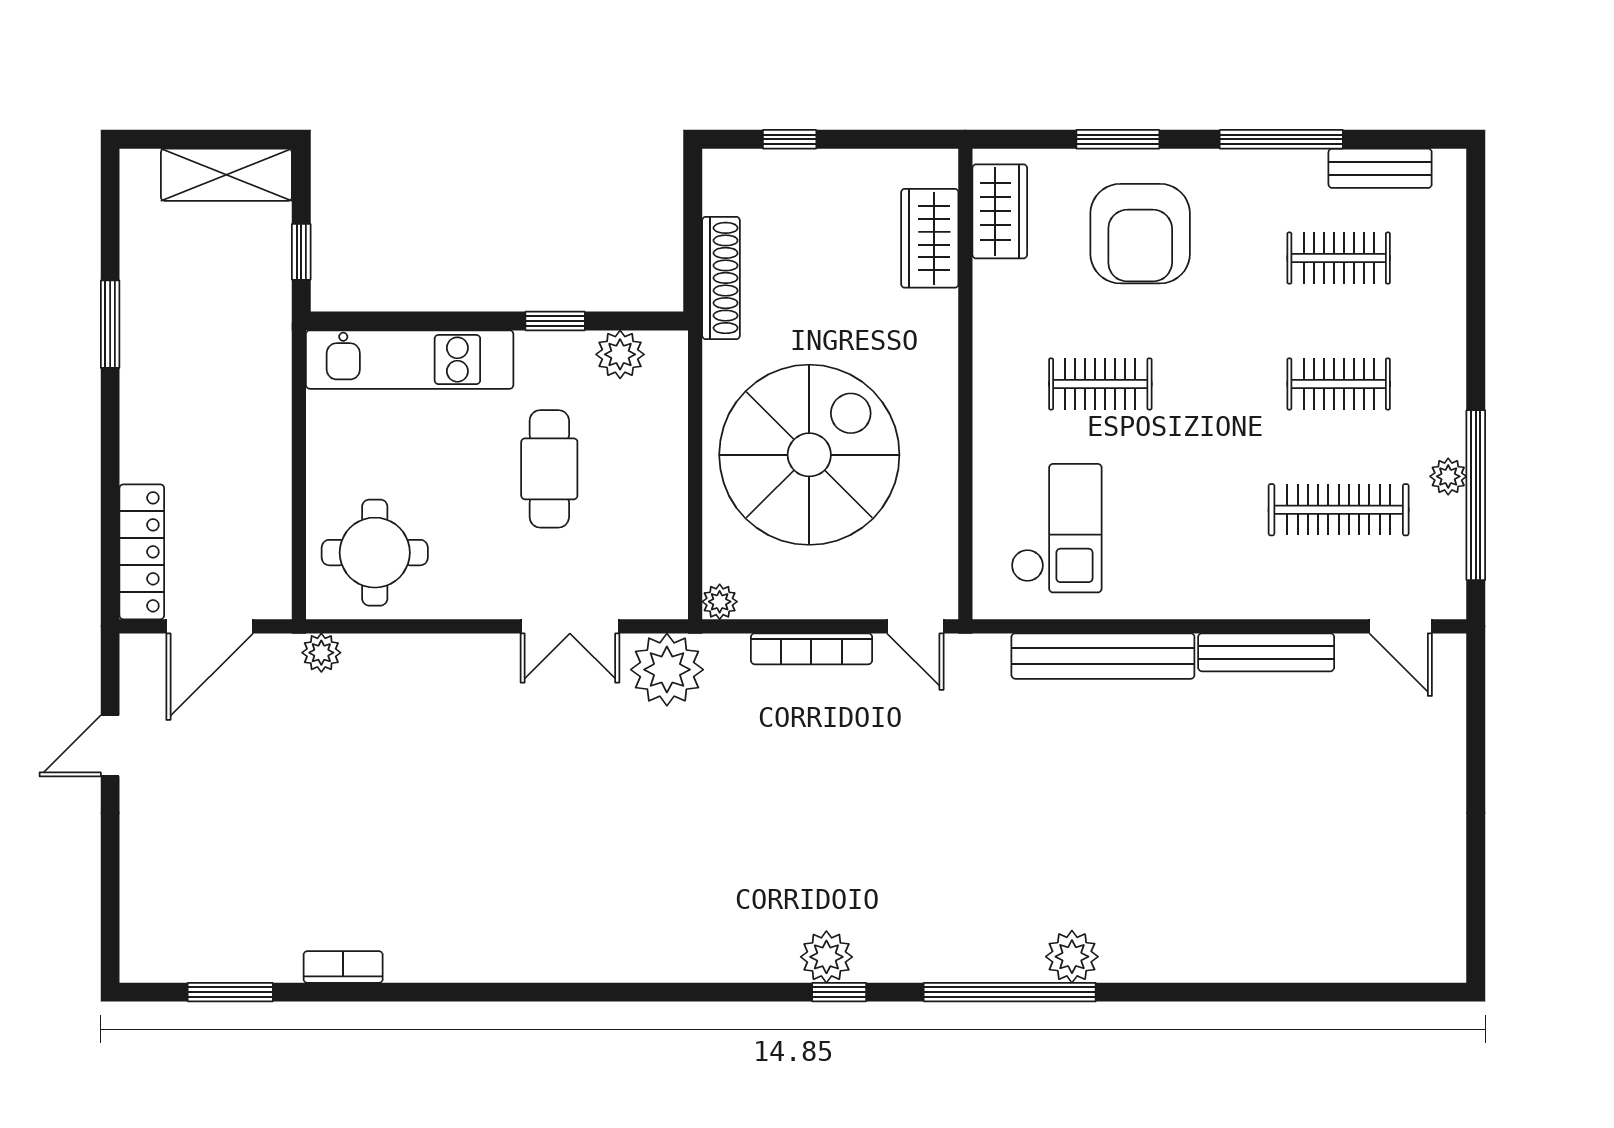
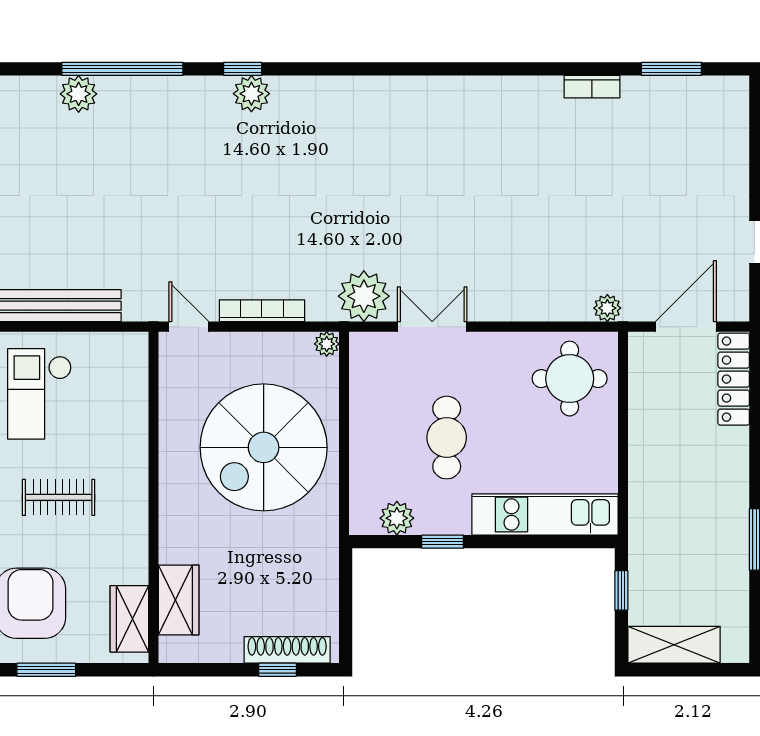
shoe rack: (721, 278) -> (287, 650), moved, turned 90
checkout: (1056, 528) -> (40, 394), moved

